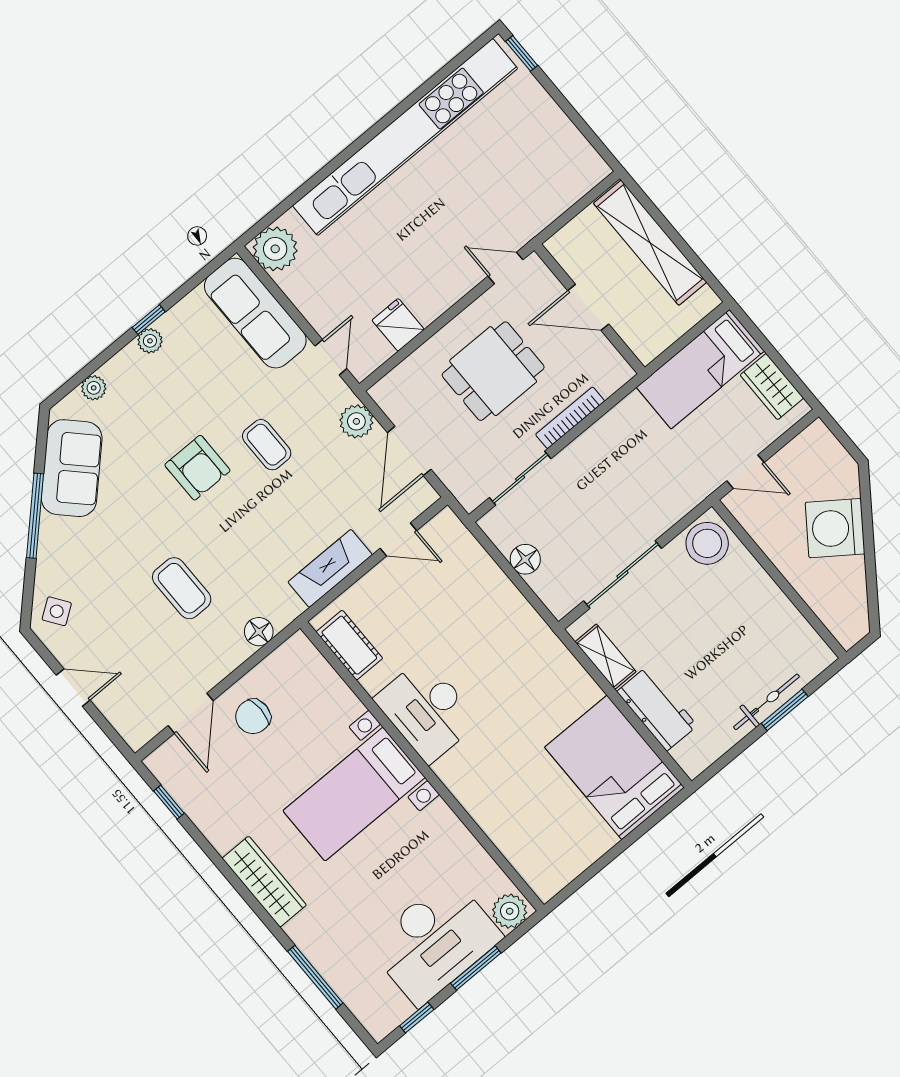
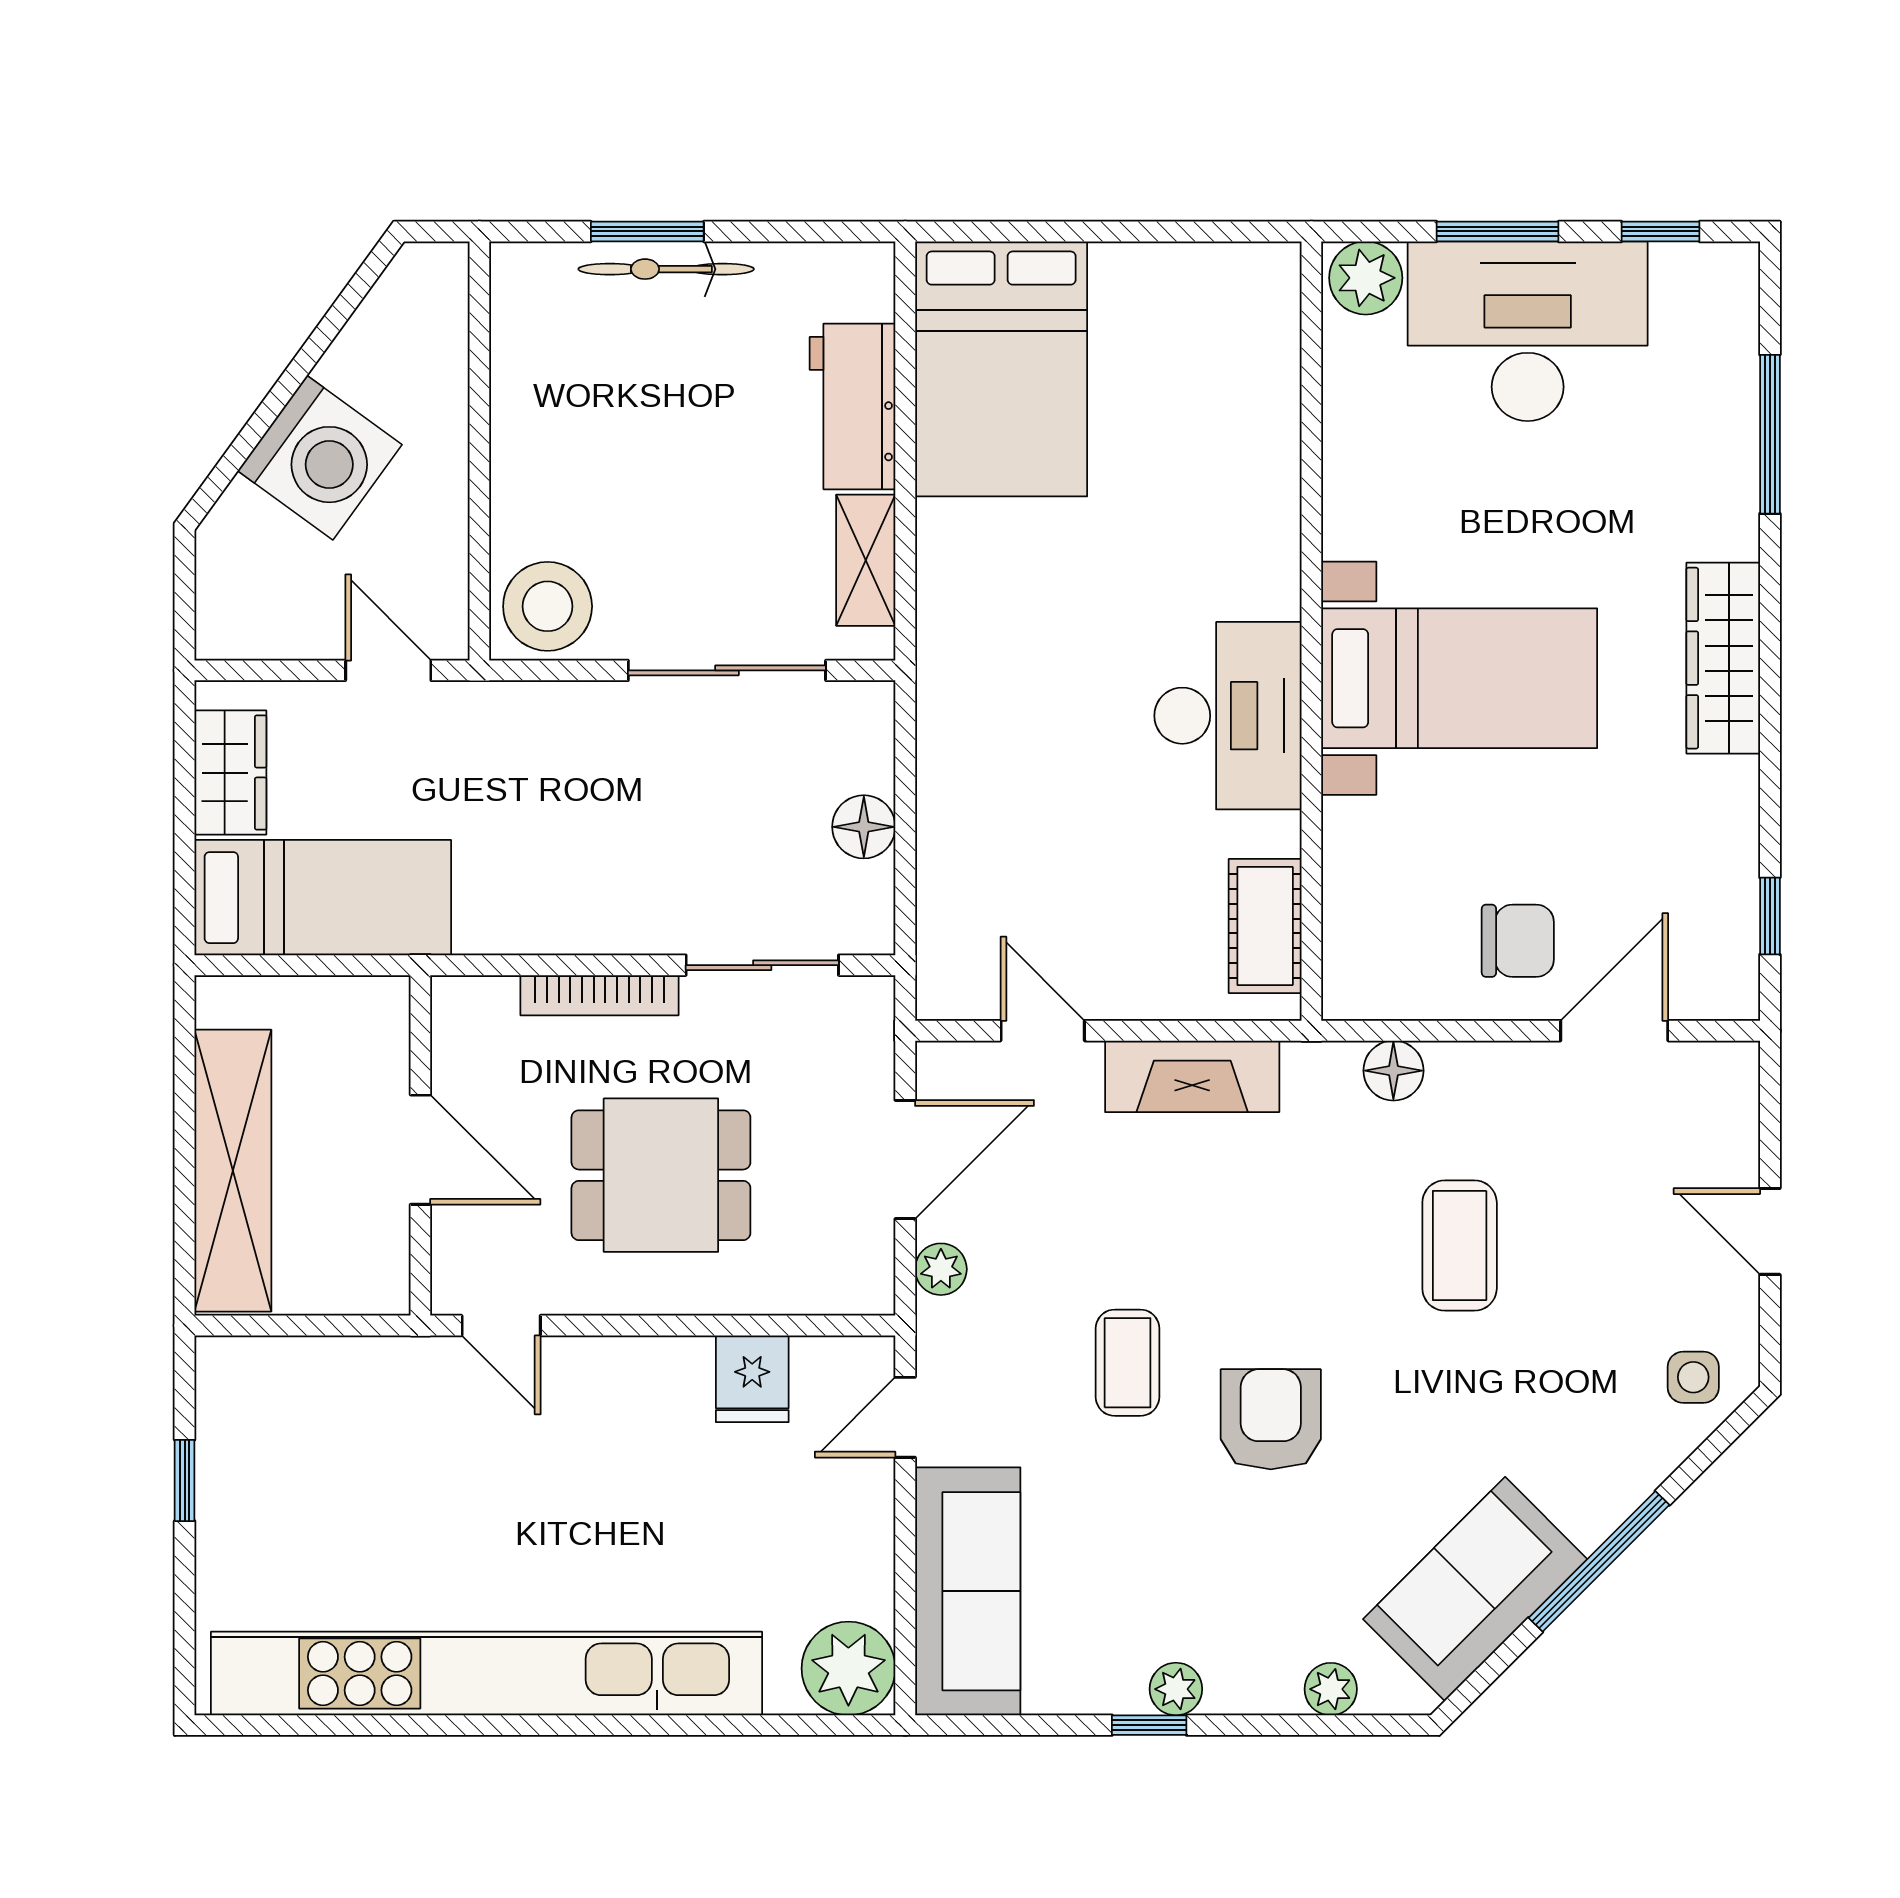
window: (522, 53) -> (185, 1480), moved
plant: (356, 421) -> (941, 1269), width x0.73, depth x0.73
side table: (57, 611) -> (1693, 1377), turned 35

